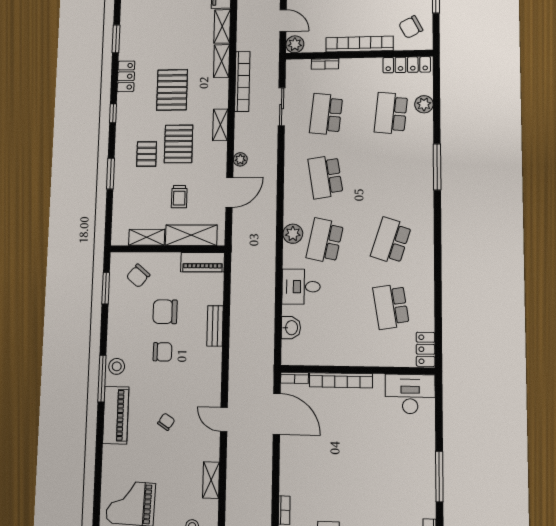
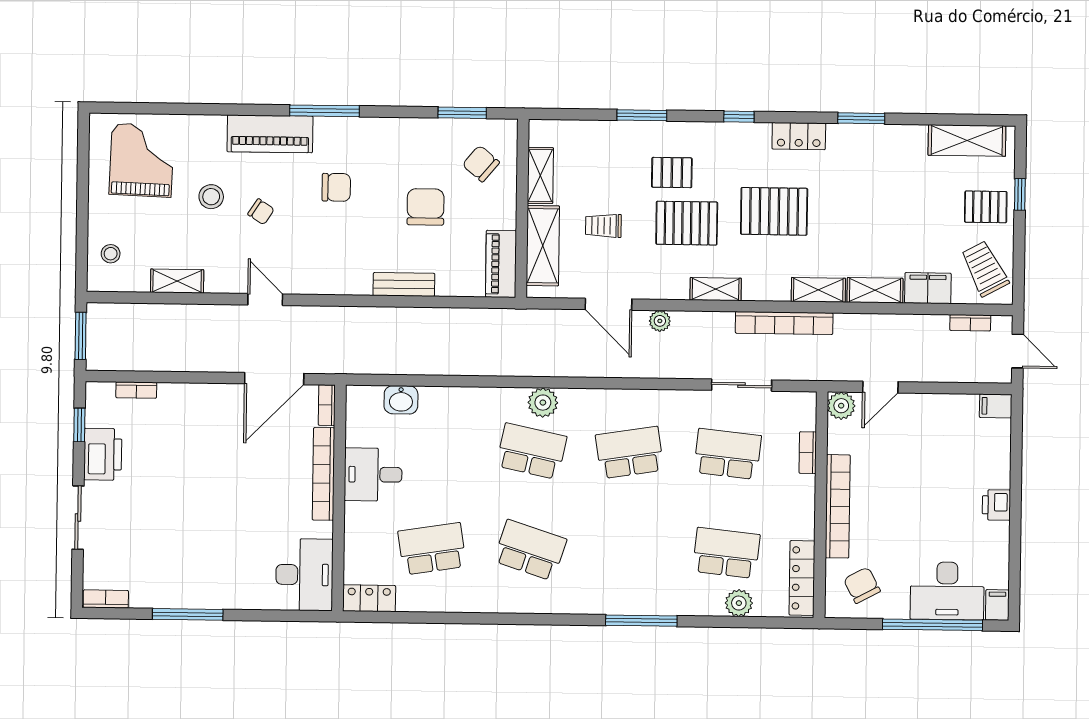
desk: (301, 287) -> (373, 474), moved, turned -90
chair: (162, 352) -> (336, 187), moved, turned -90
stool: (117, 366) -> (211, 197), moved
door: (224, 419) -> (265, 299), hinge flipped

